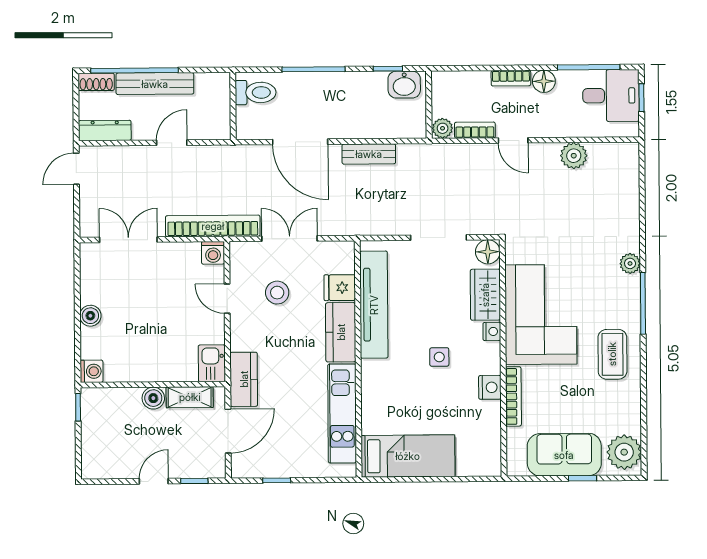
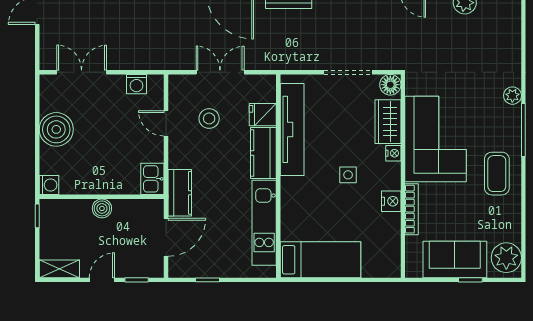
bookcase: (213, 226) -> (154, 61), removed
washing machine: (213, 253) -> (136, 84), moved
boiler: (90, 316) -> (56, 129), width x1.86, depth x1.86
shelving: (190, 397) -> (59, 269), moved

